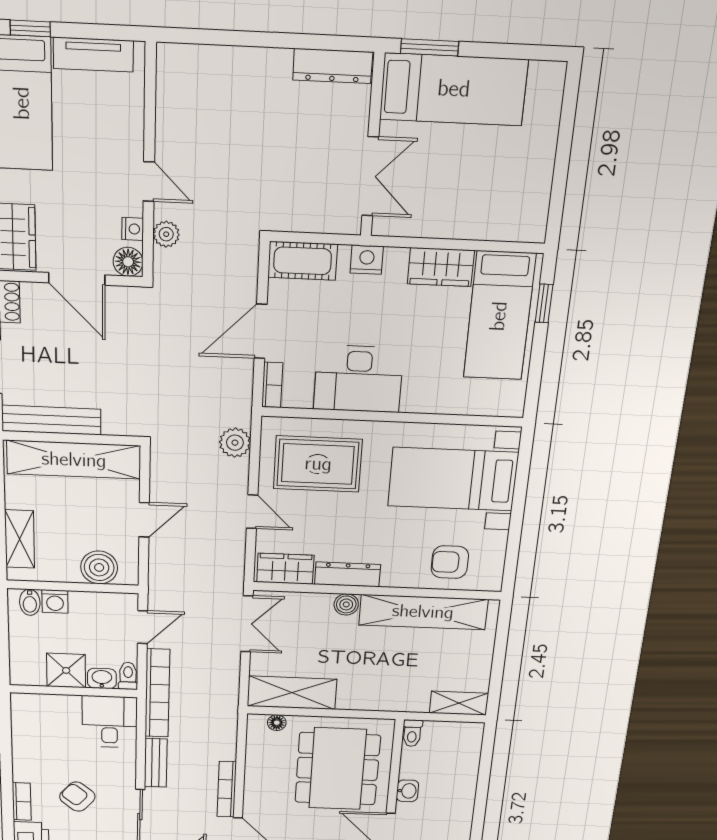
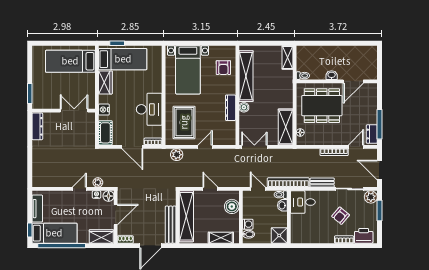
bed: (454, 89) -> (70, 61), moved, turned -90
wardrobe: (285, 569) -> (229, 133), removed
shower: (66, 670) -> (279, 235), moved

